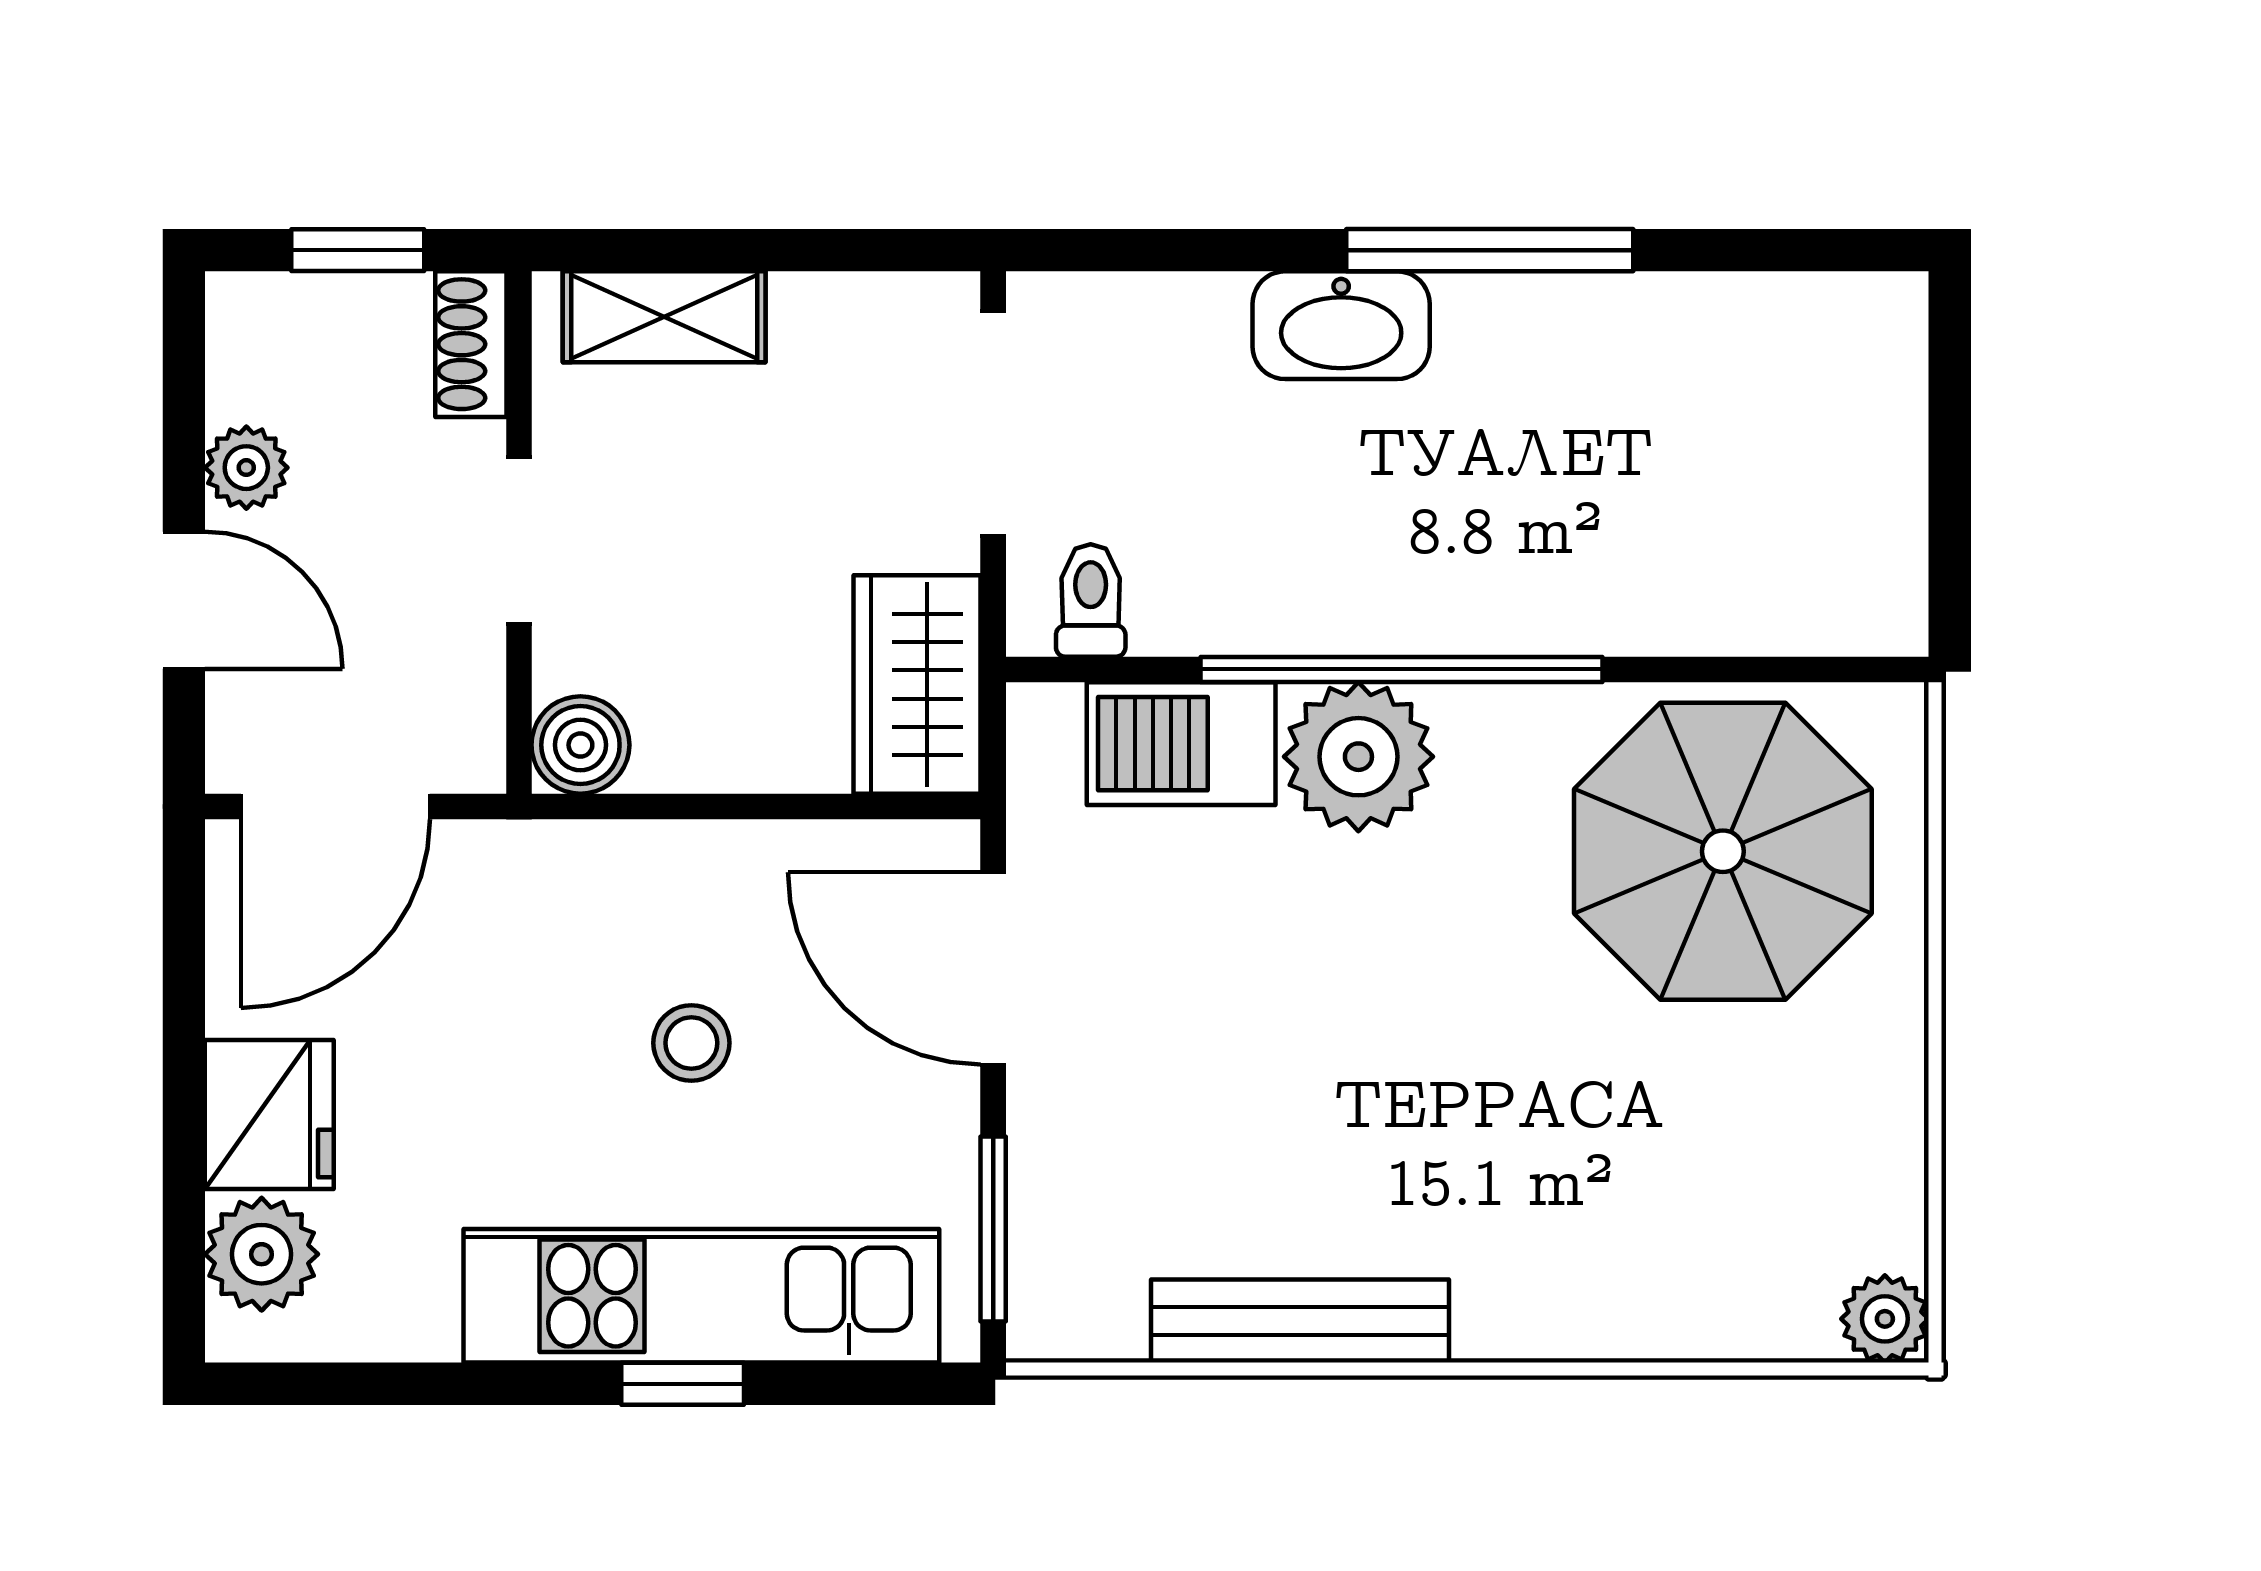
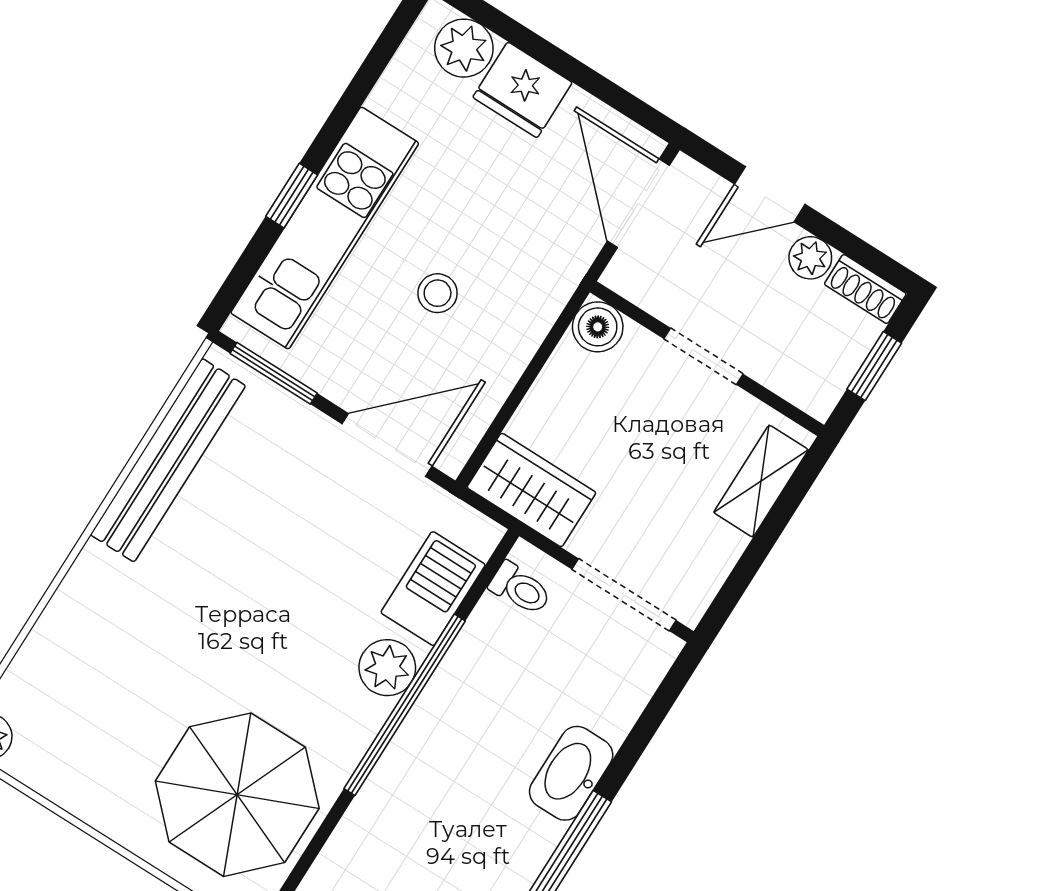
shoe rack: (471, 344) -> (865, 289), moved, turned 180
plant: (1358, 757) -> (387, 668), width x0.73, depth x0.73
bench: (1300, 1321) -> (168, 460), width x1.37, depth x1.21

